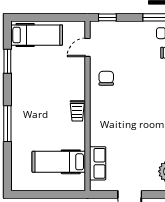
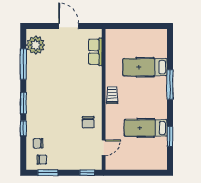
hospital bed: (37, 35) -> (146, 128), moved
hospital bed: (59, 162) -> (145, 67), moved, turned 180

